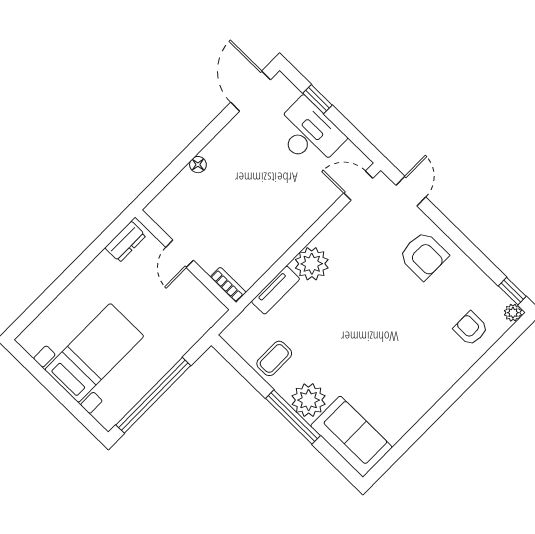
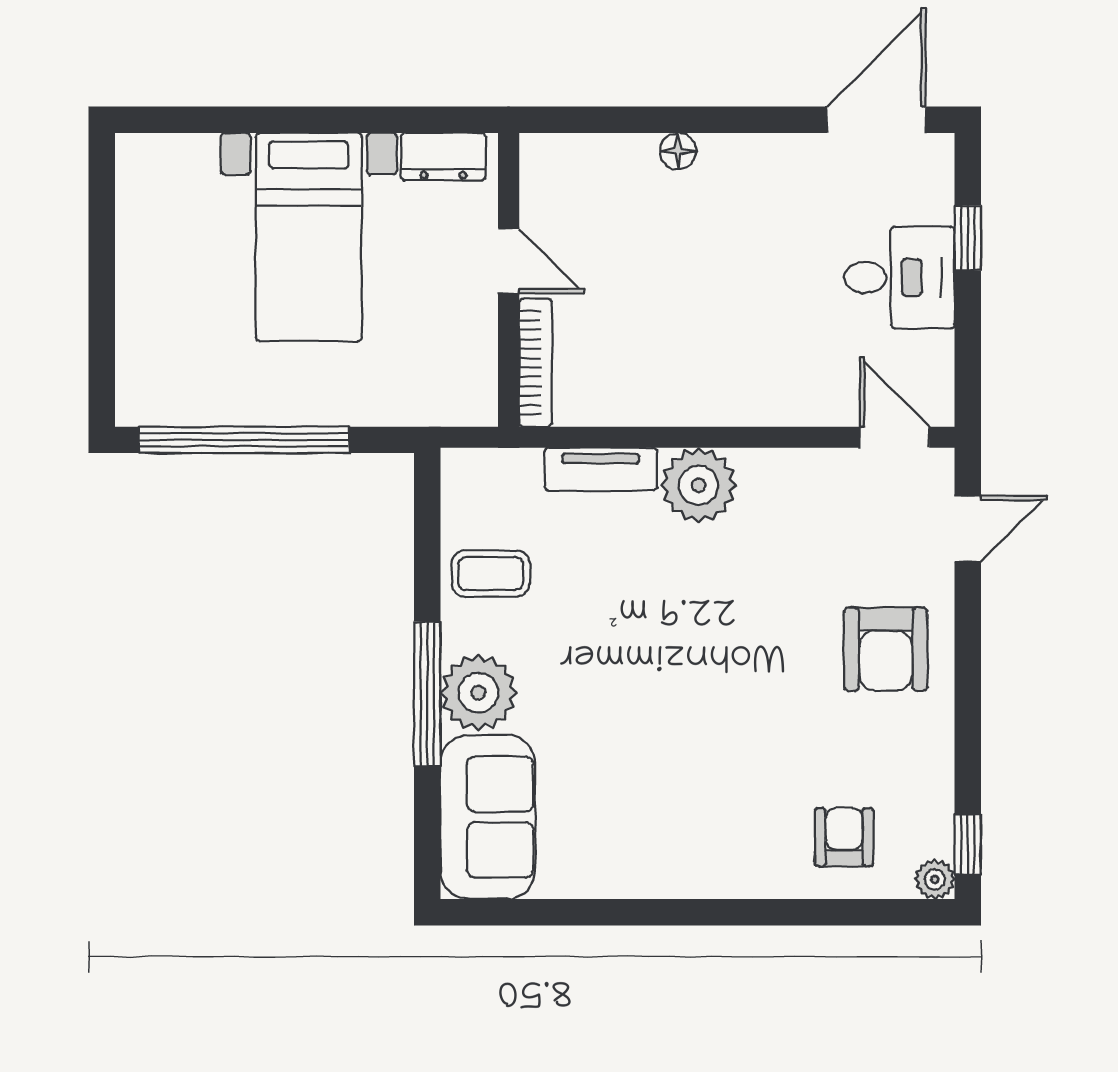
desk: (309, 133) -> (900, 277), width x0.73
door: (180, 254) -> (509, 261), swing flipped
bookcase: (228, 285) -> (535, 363), width x1.56
bed with nightstands: (94, 353) -> (309, 237), moved, turned 90

